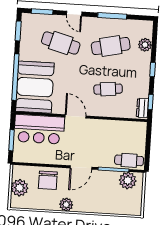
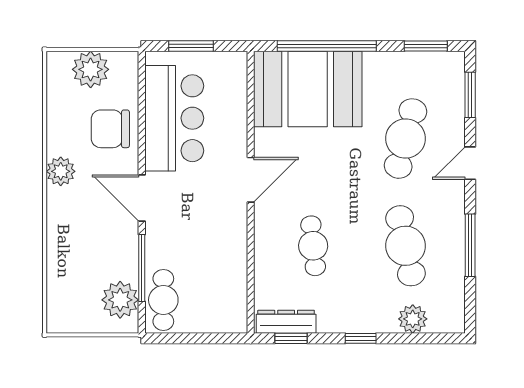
dresser: (142, 108) -> (286, 322), width x1.44
bar counter: (39, 129) -> (174, 118), moved, turned 180

